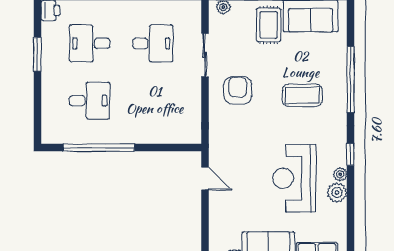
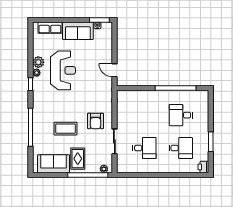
desk: (153, 43) -> (144, 148), turned 180
coffee table: (302, 95) -> (66, 129), moved

